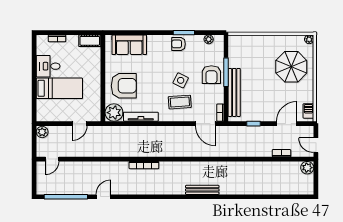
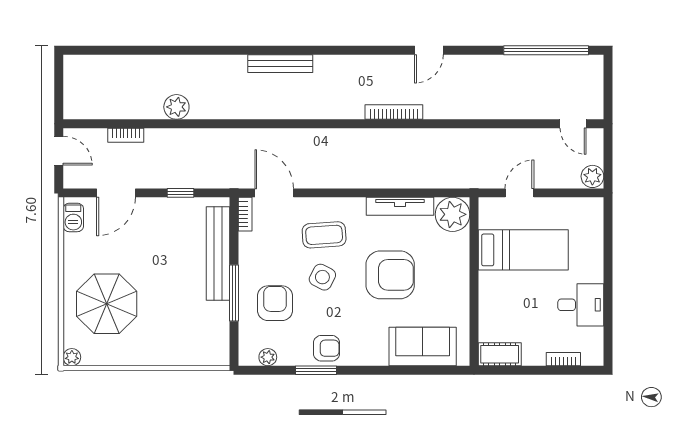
armchair: (211, 75) -> (275, 303), moved
armchair: (124, 86) -> (390, 275), moved, turned 180
bed: (59, 88) -> (523, 250), moved, turned 180
door: (52, 159) -> (573, 124), swing flipped
plant: (307, 168) -> (176, 107), moved
door: (103, 197) -> (429, 50), moved

